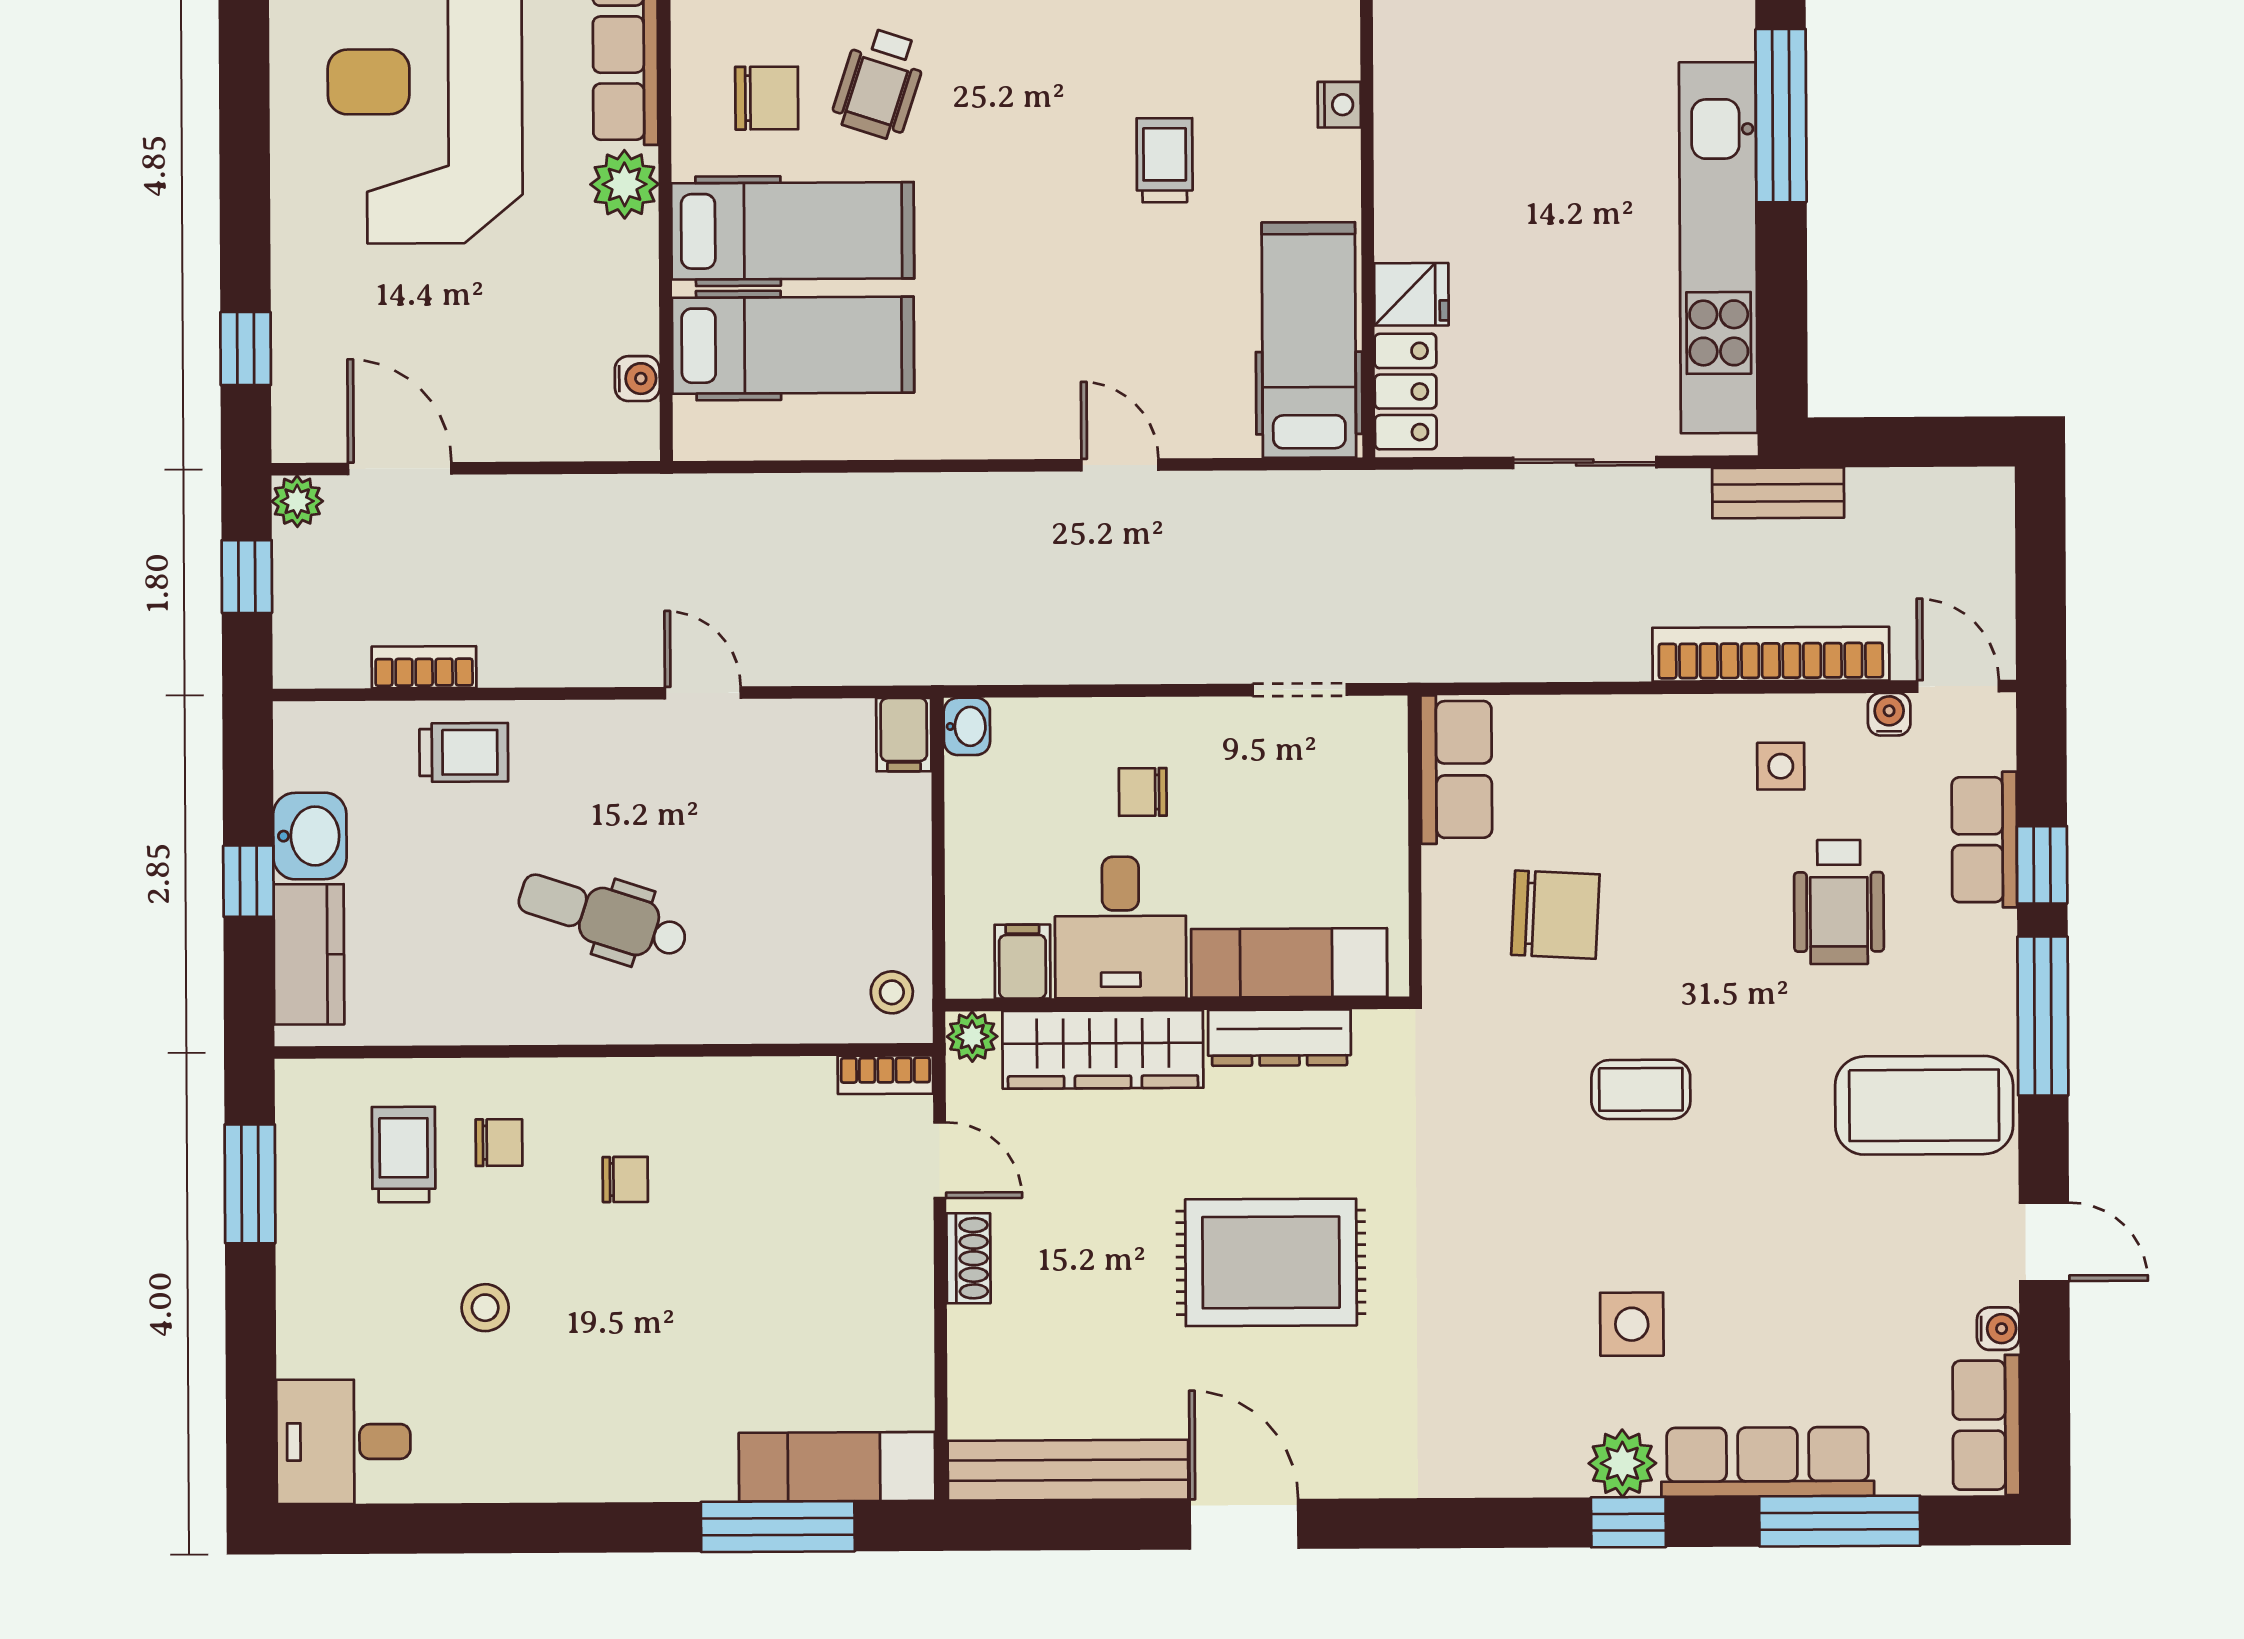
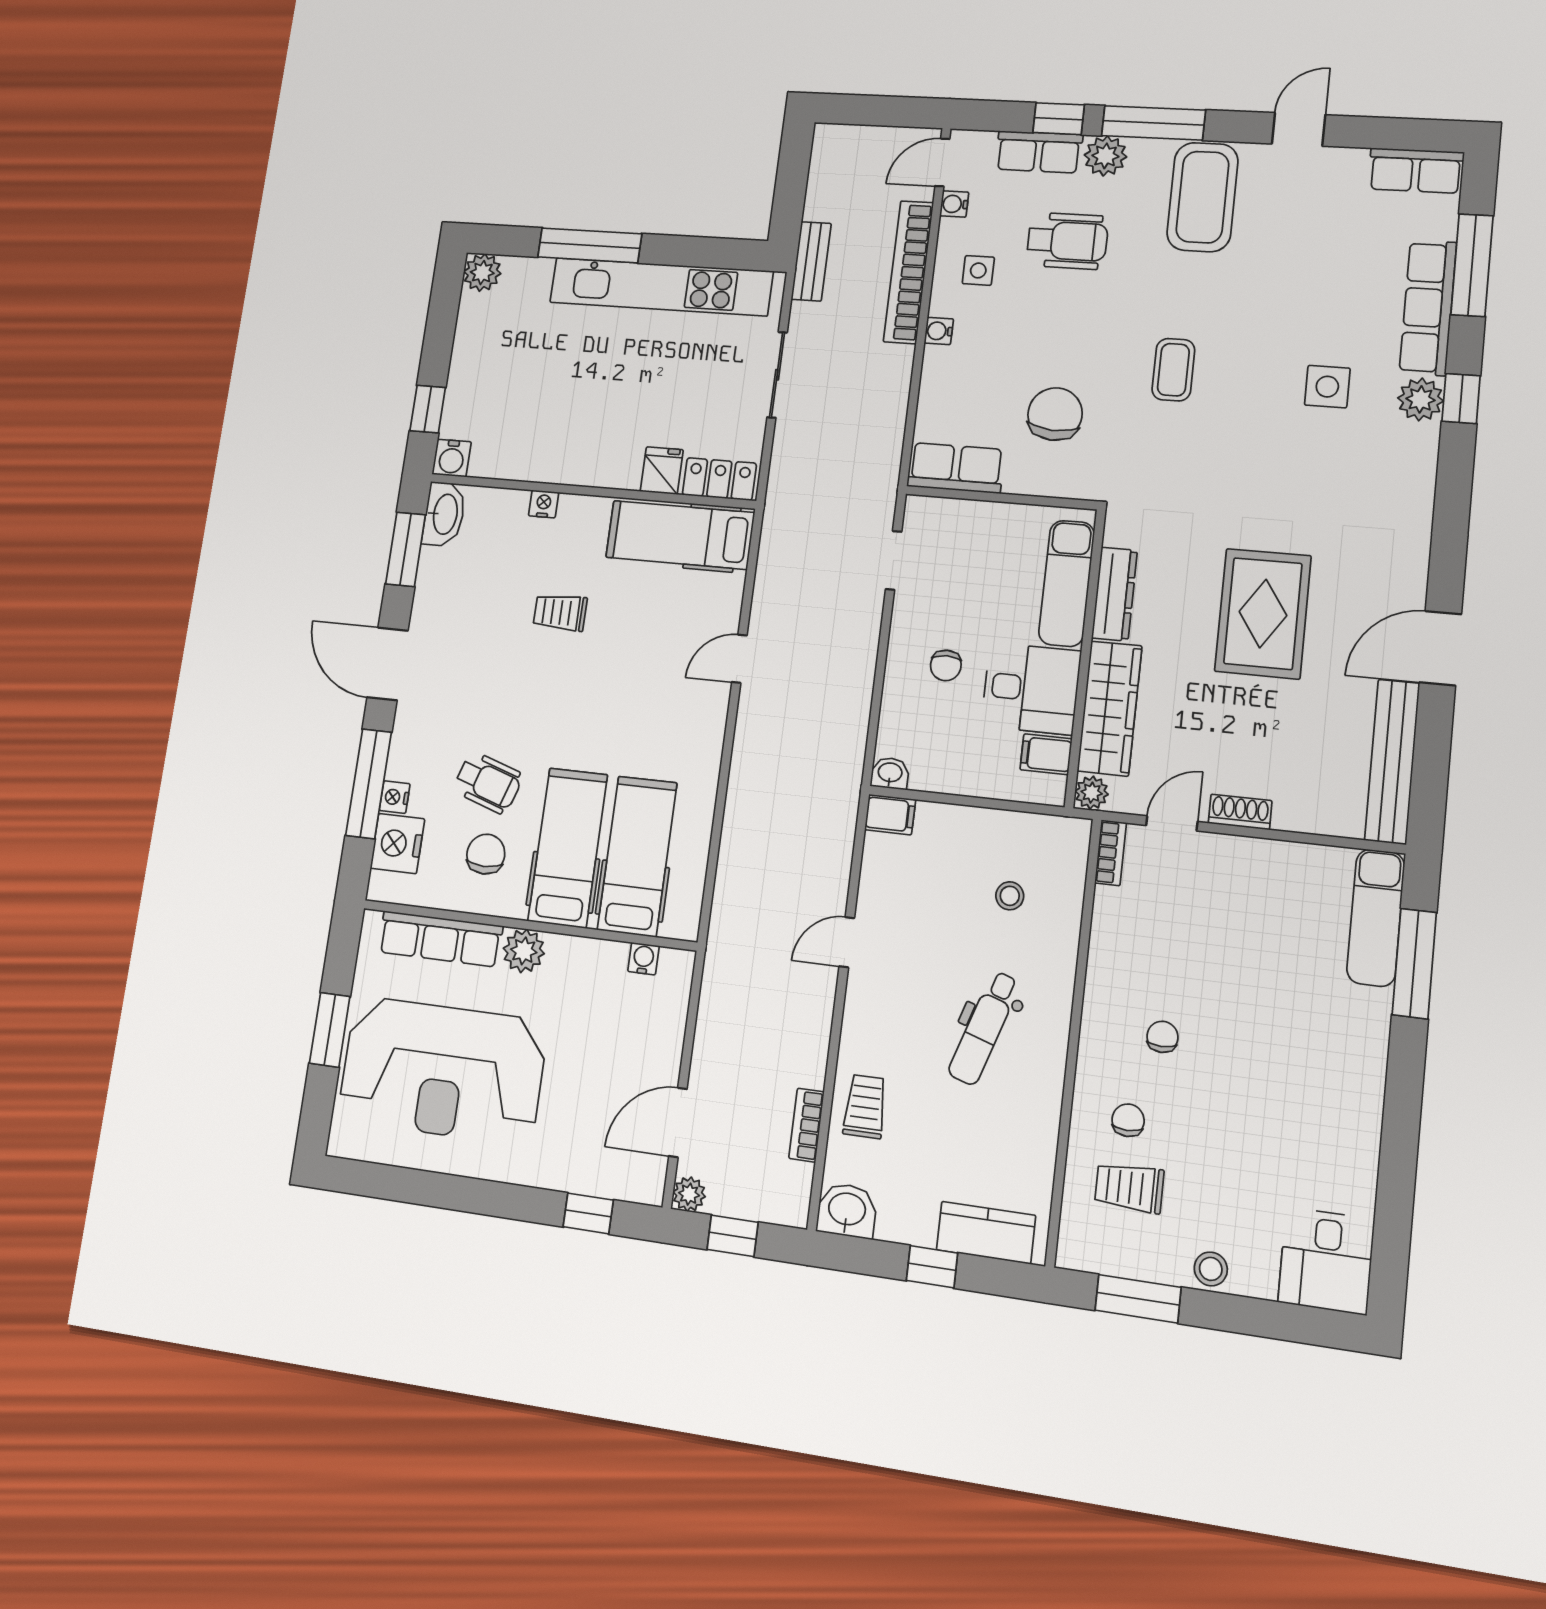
washbasin: (310, 836) -> (847, 1210), moved
plant: (1984, 946) -> (1105, 156), added
stool: (892, 992) -> (1010, 896), moved
stool: (485, 1308) -> (1211, 1269), moved
water cooler: (1998, 1329) -> (939, 331), moved, turned -90

